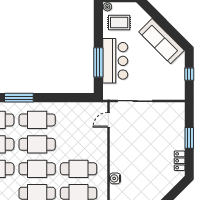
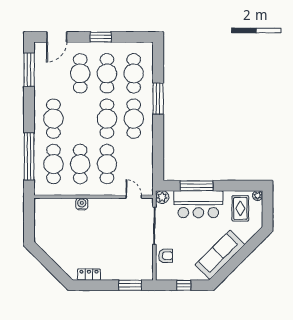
armchair: (162, 91) -> (166, 256), added
plant: (109, 94) -> (162, 197), added
window: (189, 138) -> (130, 285), moved
cafe table: (37, 169) -> (107, 164), moved
water cooler: (115, 178) -> (82, 204), moved

